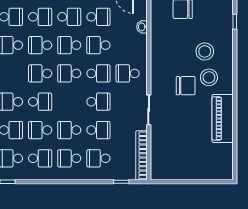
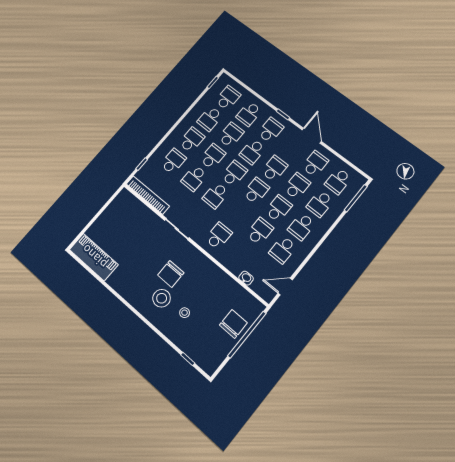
stool: (205, 51) -> (185, 313), width x0.53, depth x0.53
school desk: (98, 73) -> (234, 173), moved, turned 180
piano: (223, 118) -> (94, 257), moved

